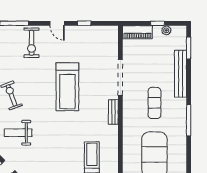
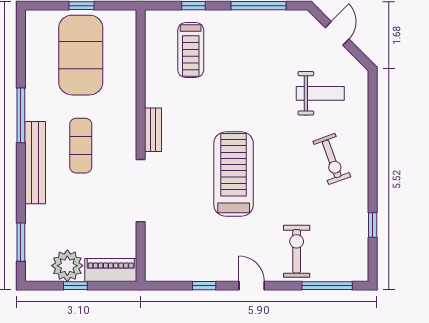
plant: (166, 30) -> (67, 266), width x1.88, depth x1.88
bench: (180, 74) -> (35, 163), moved

